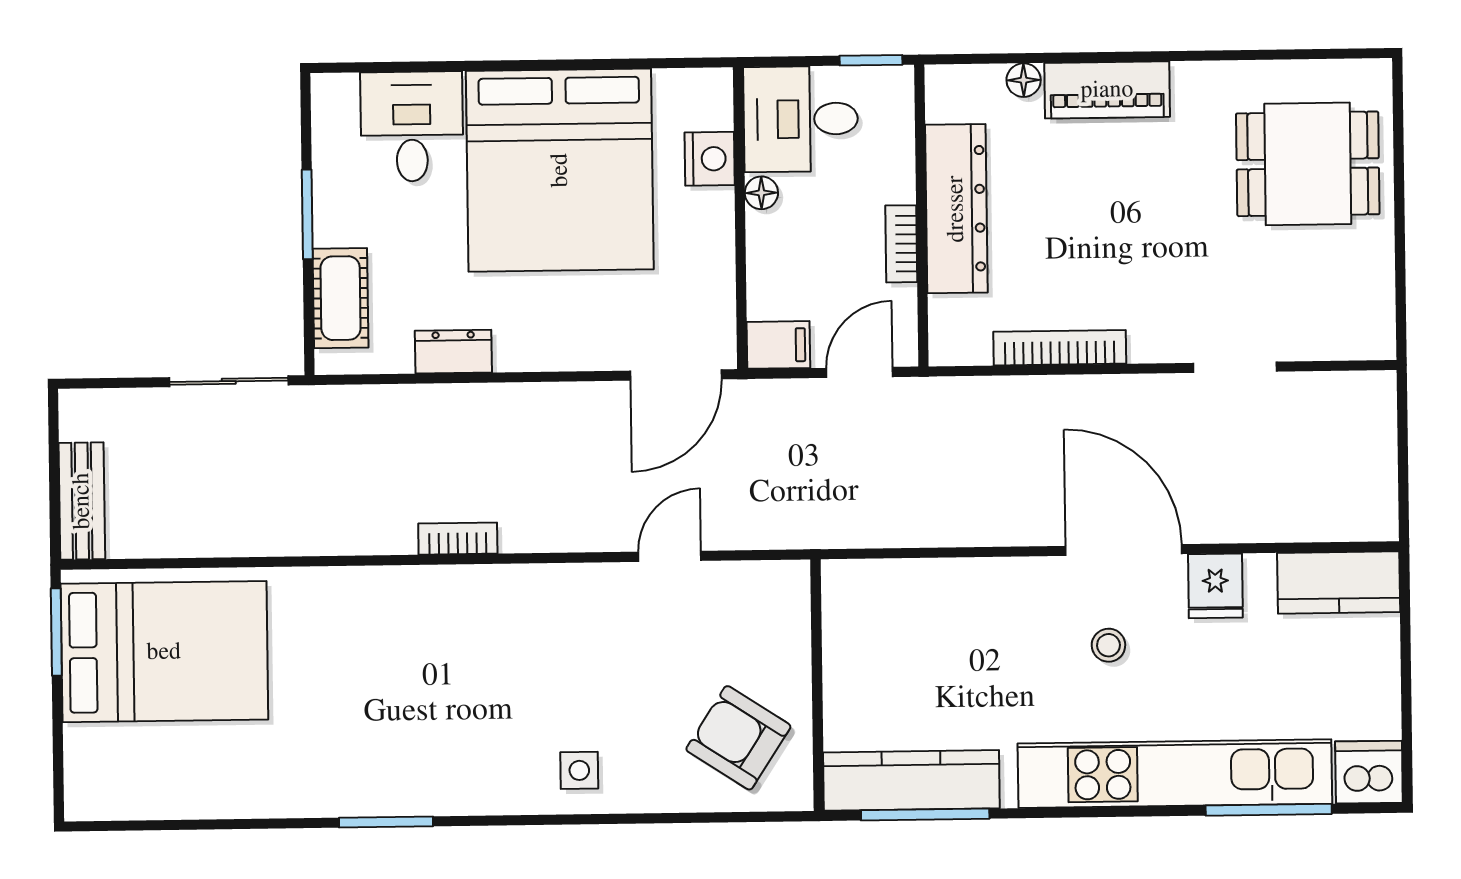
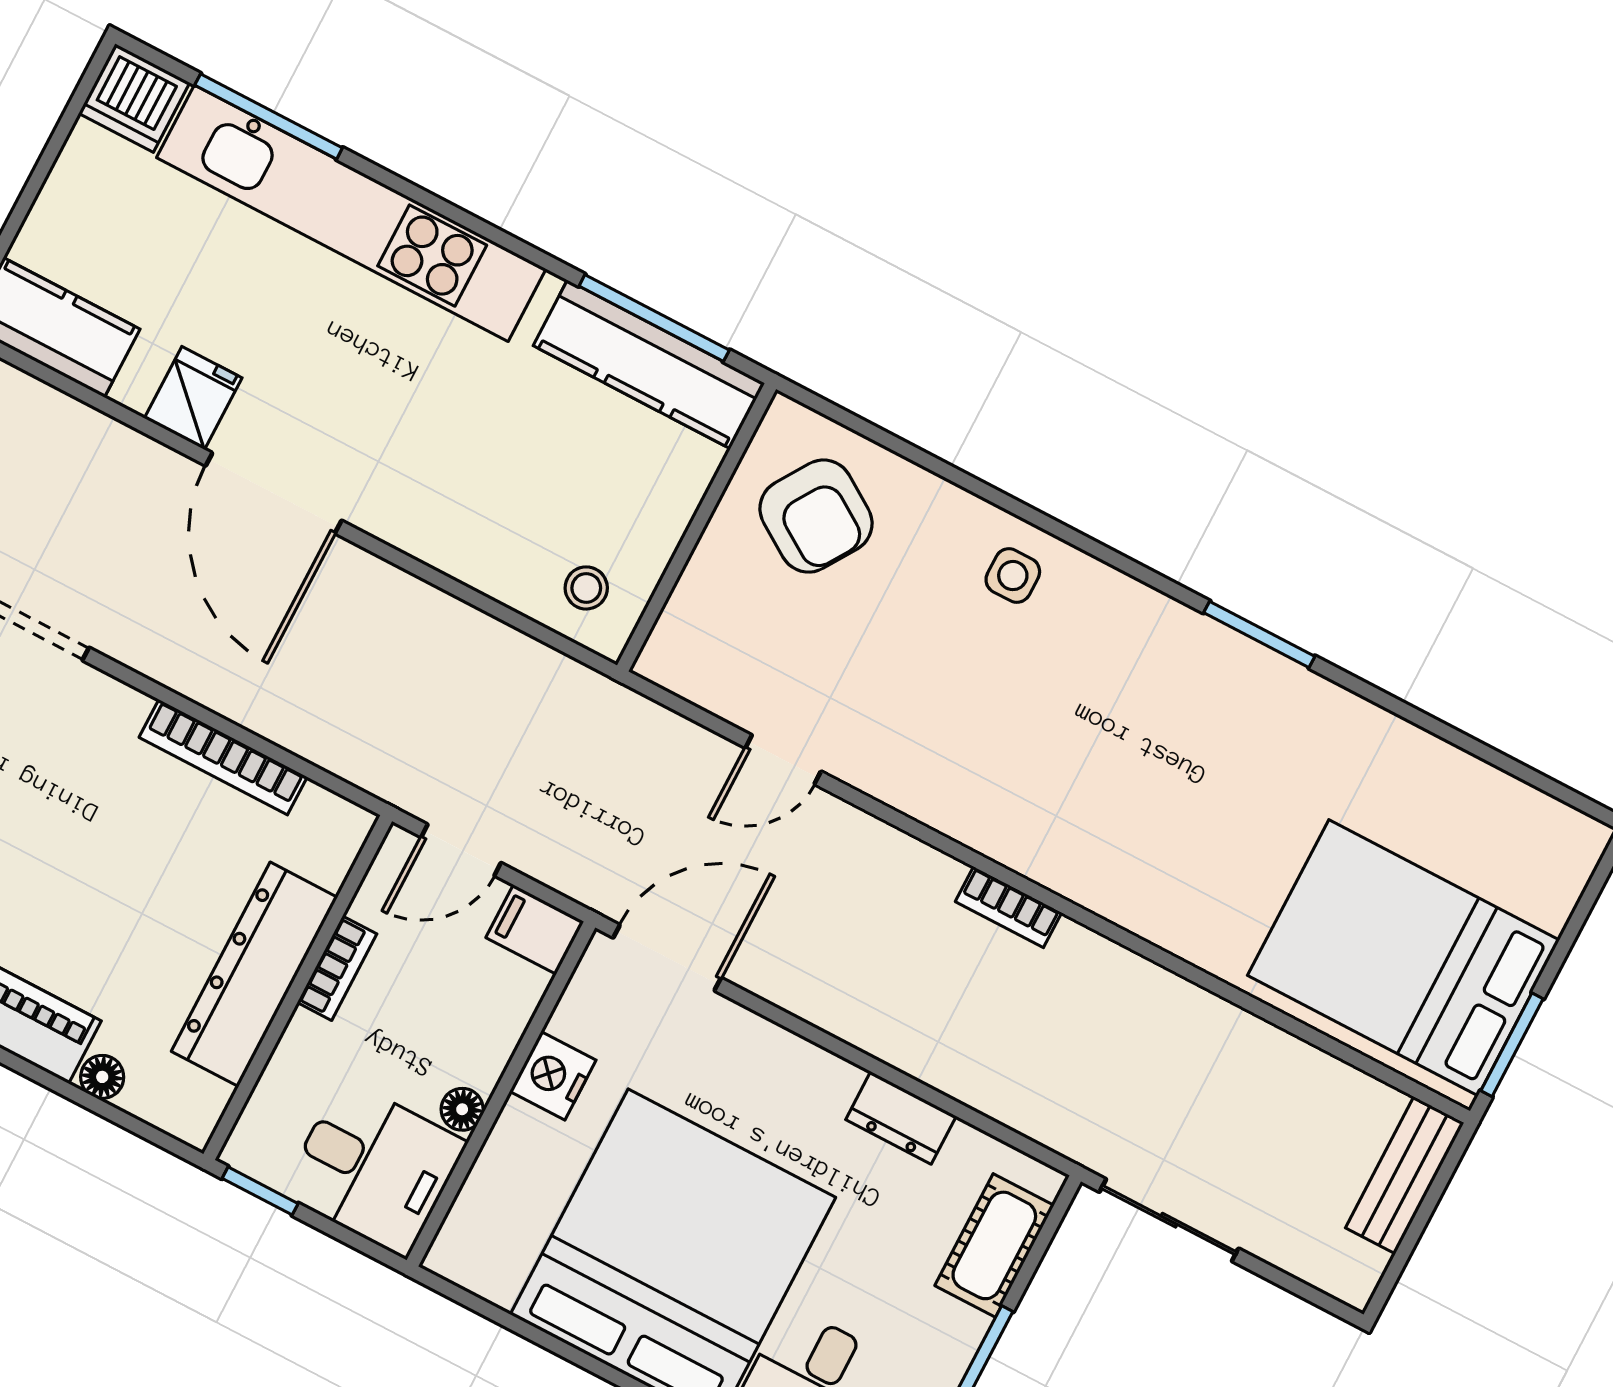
nightstand: (710, 159) -> (553, 1076), moved
stool: (1108, 645) -> (586, 588), moved

